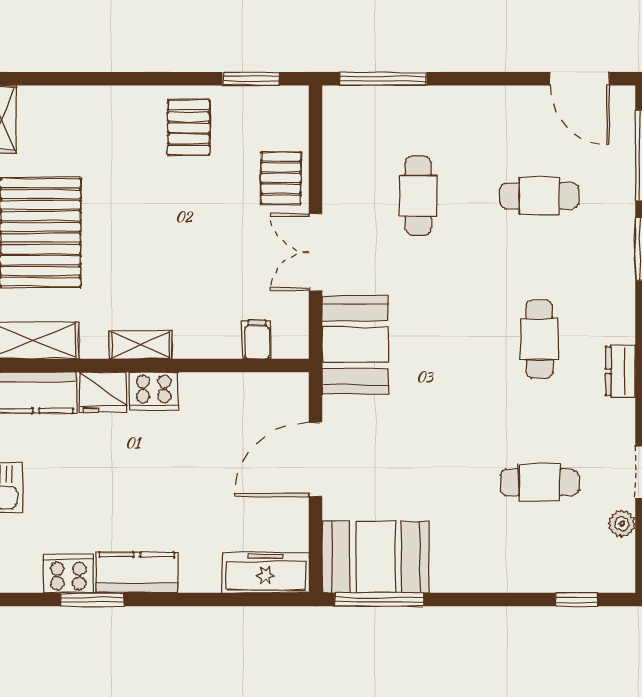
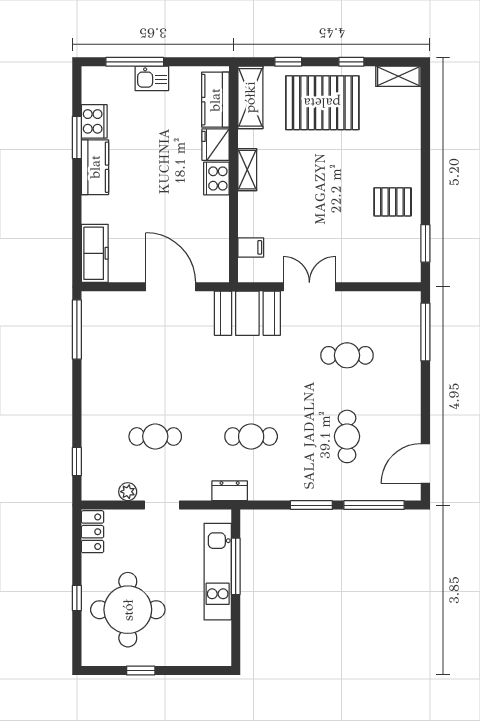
pallet: (281, 178) -> (359, 264), removed
cafe table: (539, 482) -> (155, 436), turned 90
booth: (376, 557) -> (105, 327), removed

